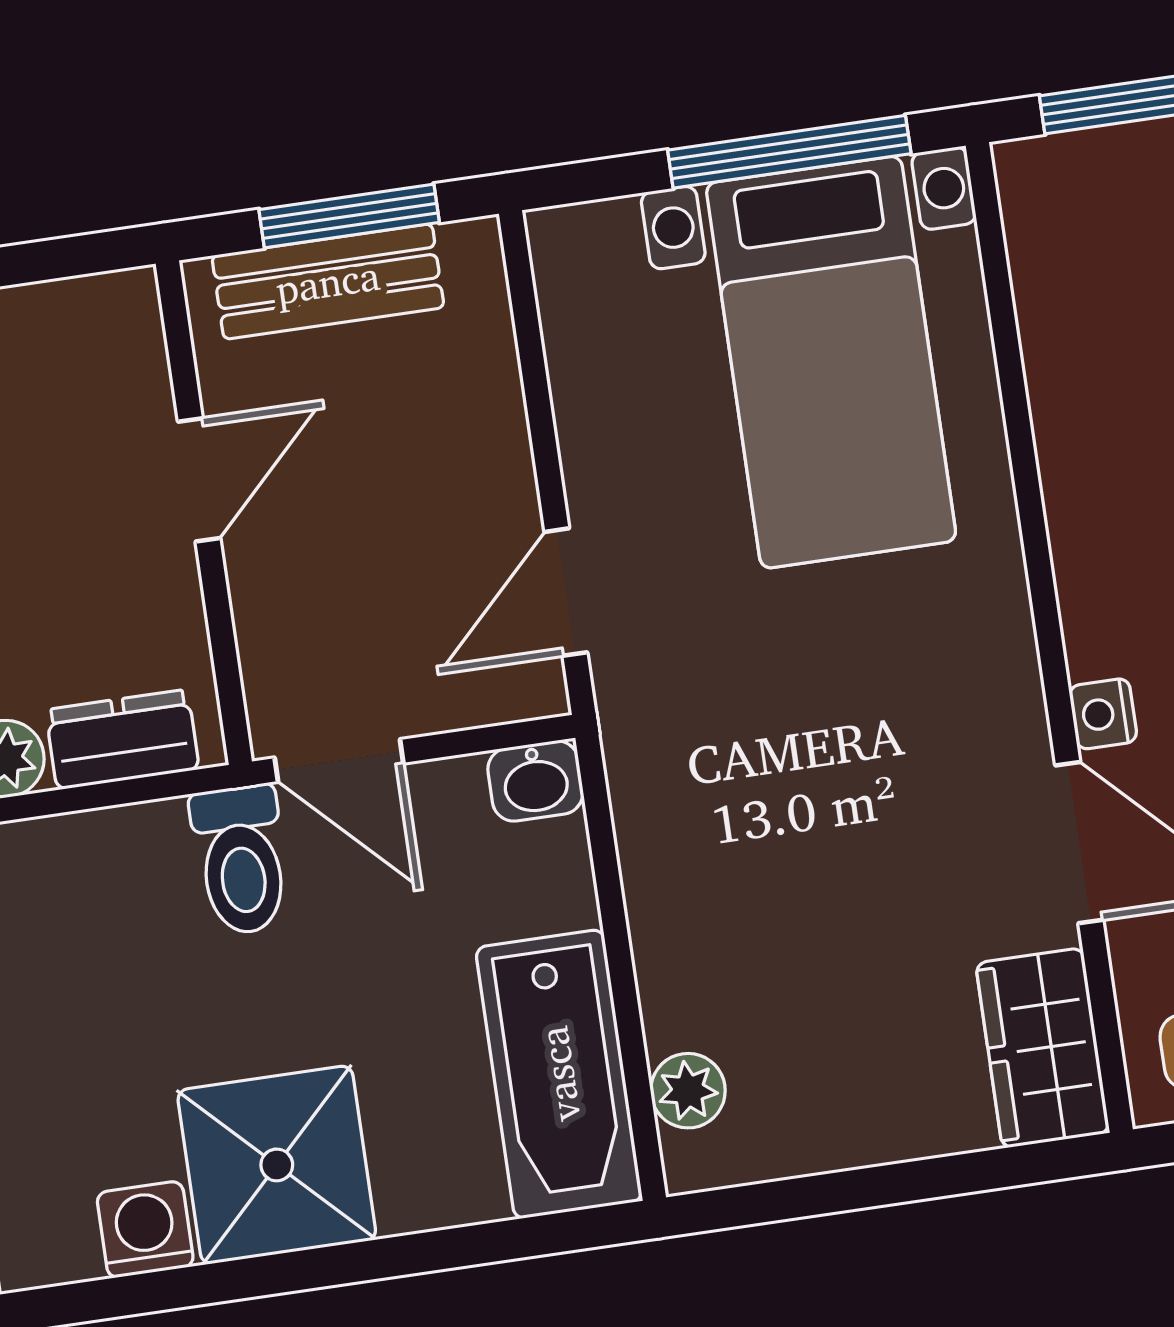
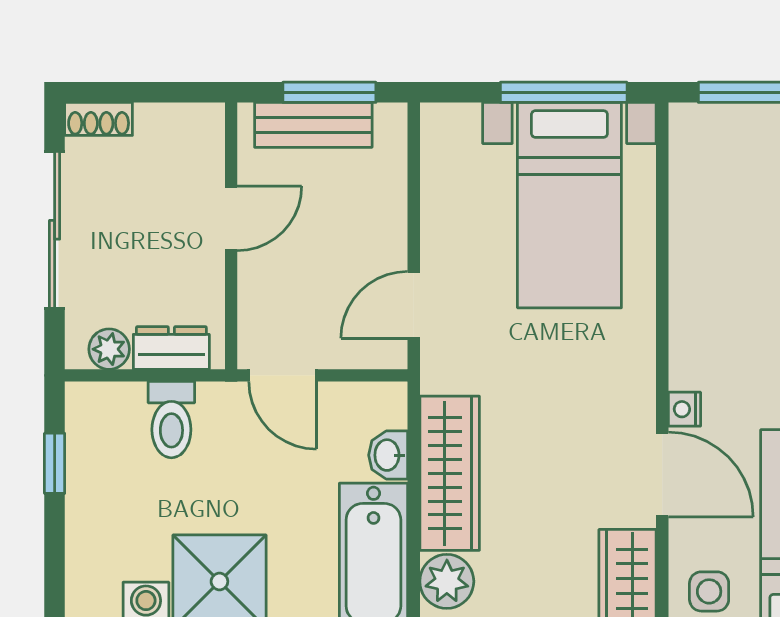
washbasin: (535, 781) -> (388, 455), moved, turned 90
toilet: (241, 860) -> (171, 420), moved
wardrobe: (679, 899) -> (450, 473), added
plant: (688, 1091) -> (447, 581), width x1.38, depth x1.38

